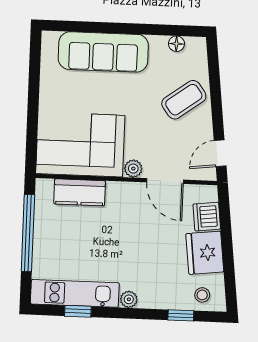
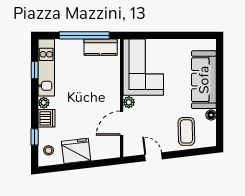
floor lamp: (176, 44) -> (211, 115), moved
coffee table: (184, 100) -> (186, 131), moved, turned 35
door: (220, 153) -> (153, 157), moved
kitchen counter: (80, 192) -> (101, 47), moved, turned -90
dishwasher: (207, 217) -> (46, 118), moved, turned 97

